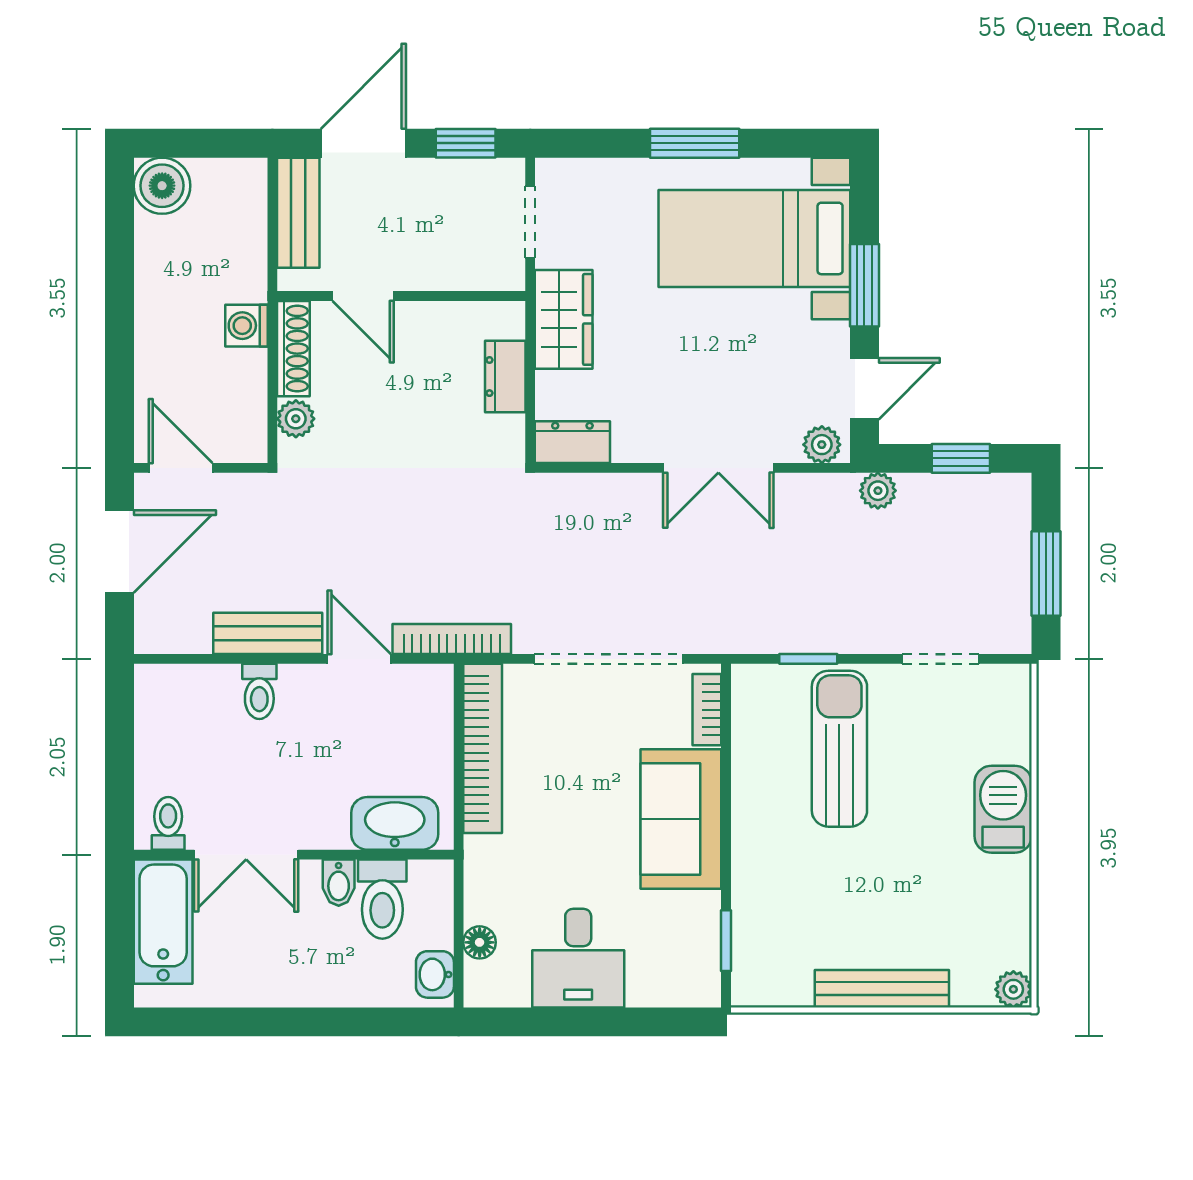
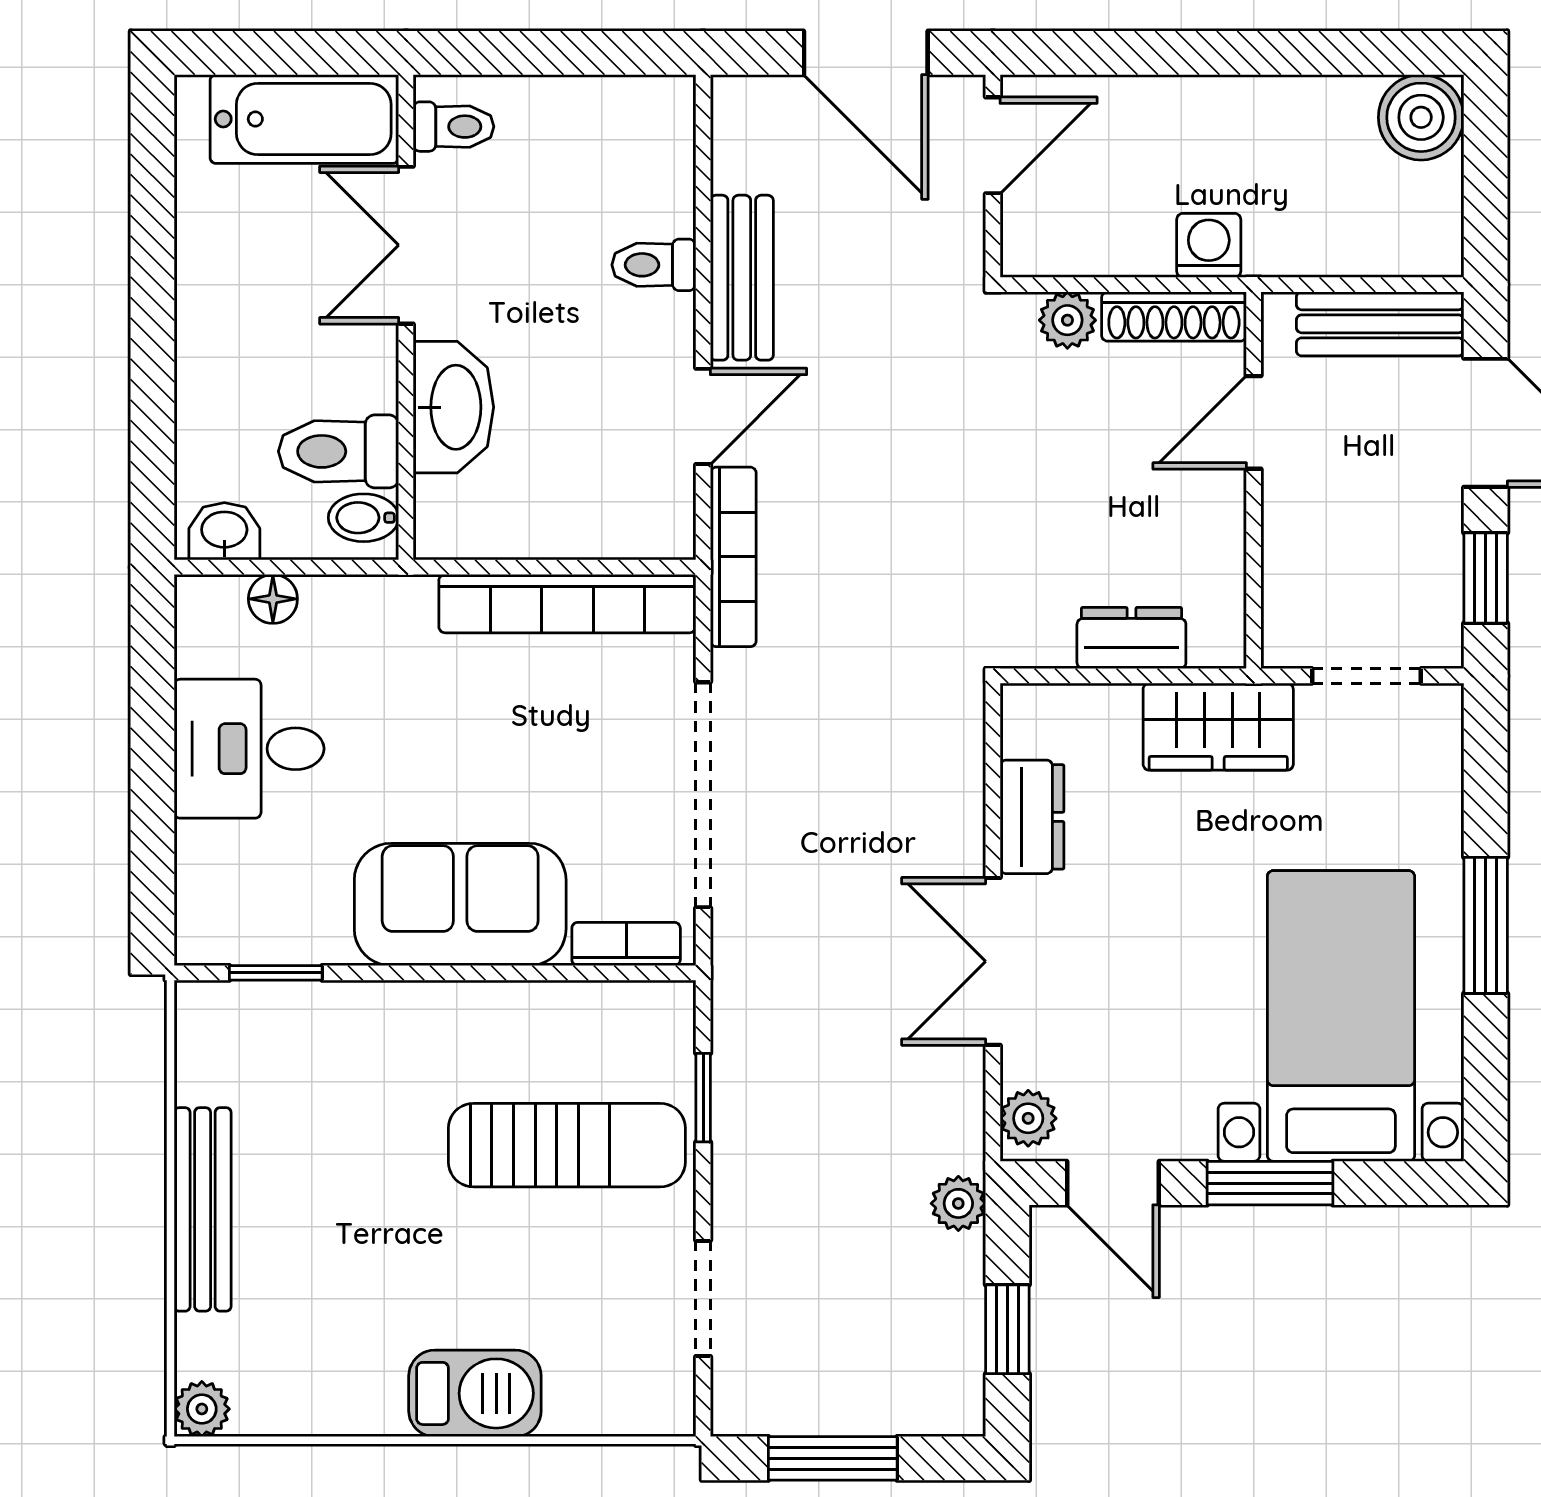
dresser: (572, 442) -> (1032, 817), moved
washbasin: (395, 823) -> (453, 407), moved
bidet: (339, 883) -> (364, 518), moved

